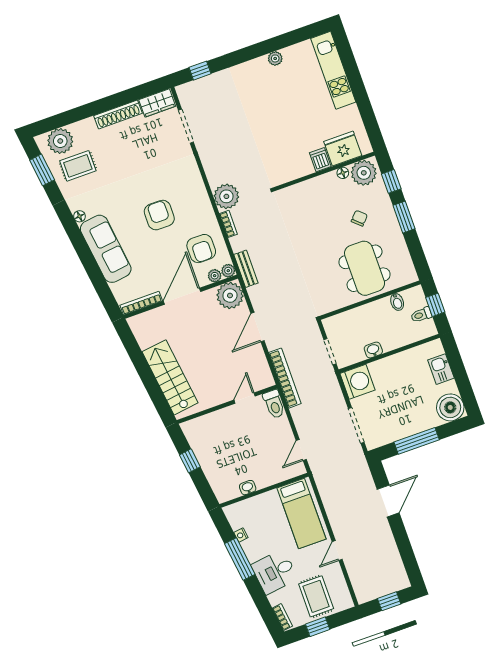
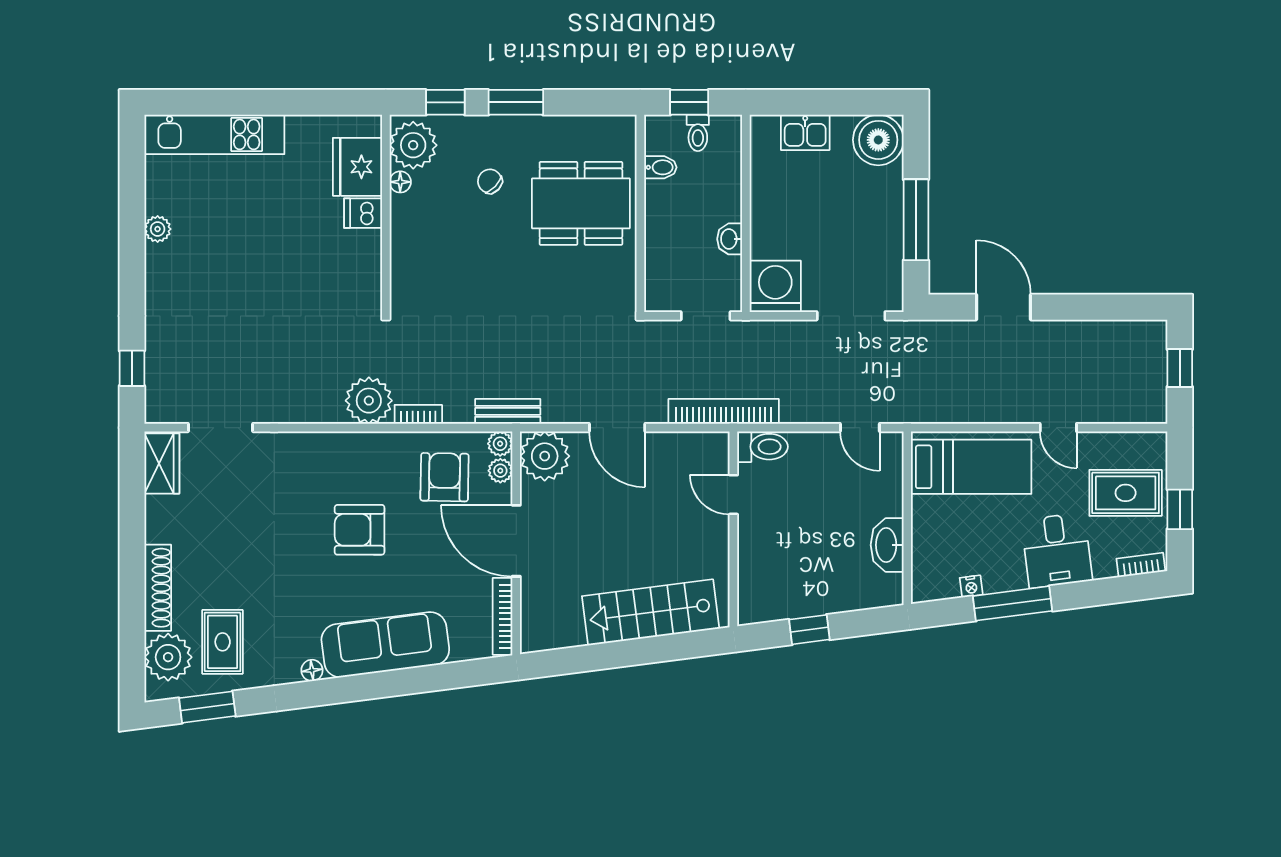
shoe rack: (118, 115) -> (158, 588), moved
armchair: (201, 249) -> (444, 477), turned -89
washbasin: (248, 488) -> (887, 545), width x1.91, depth x1.45

